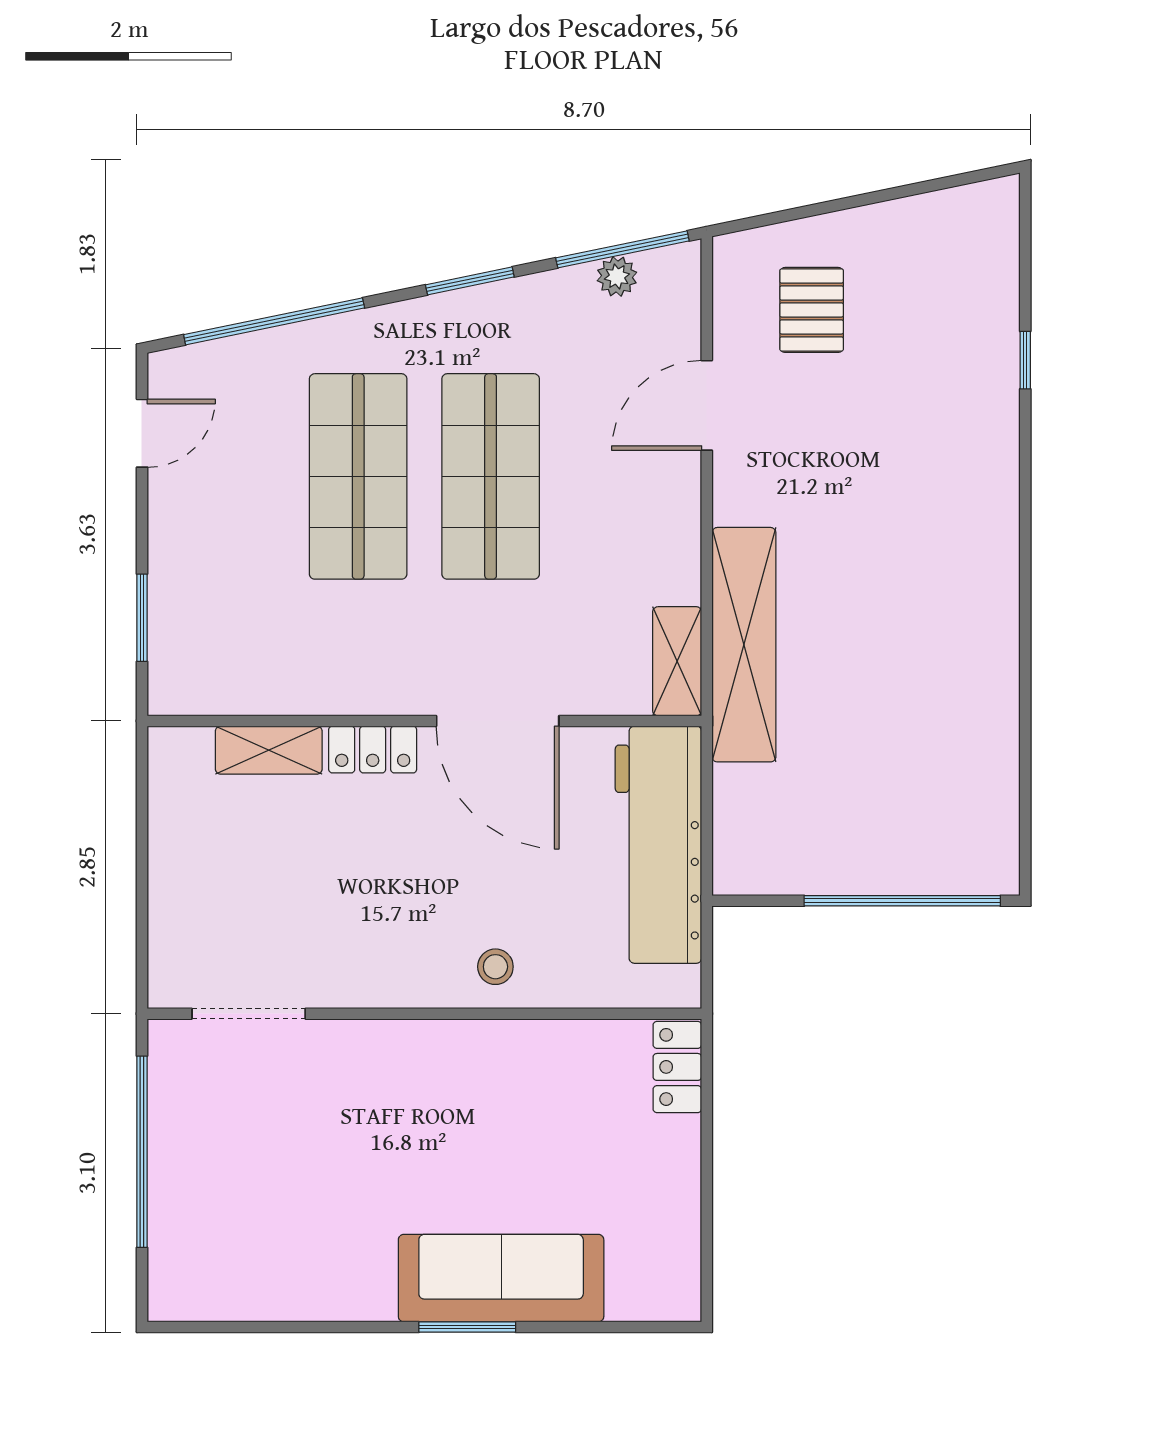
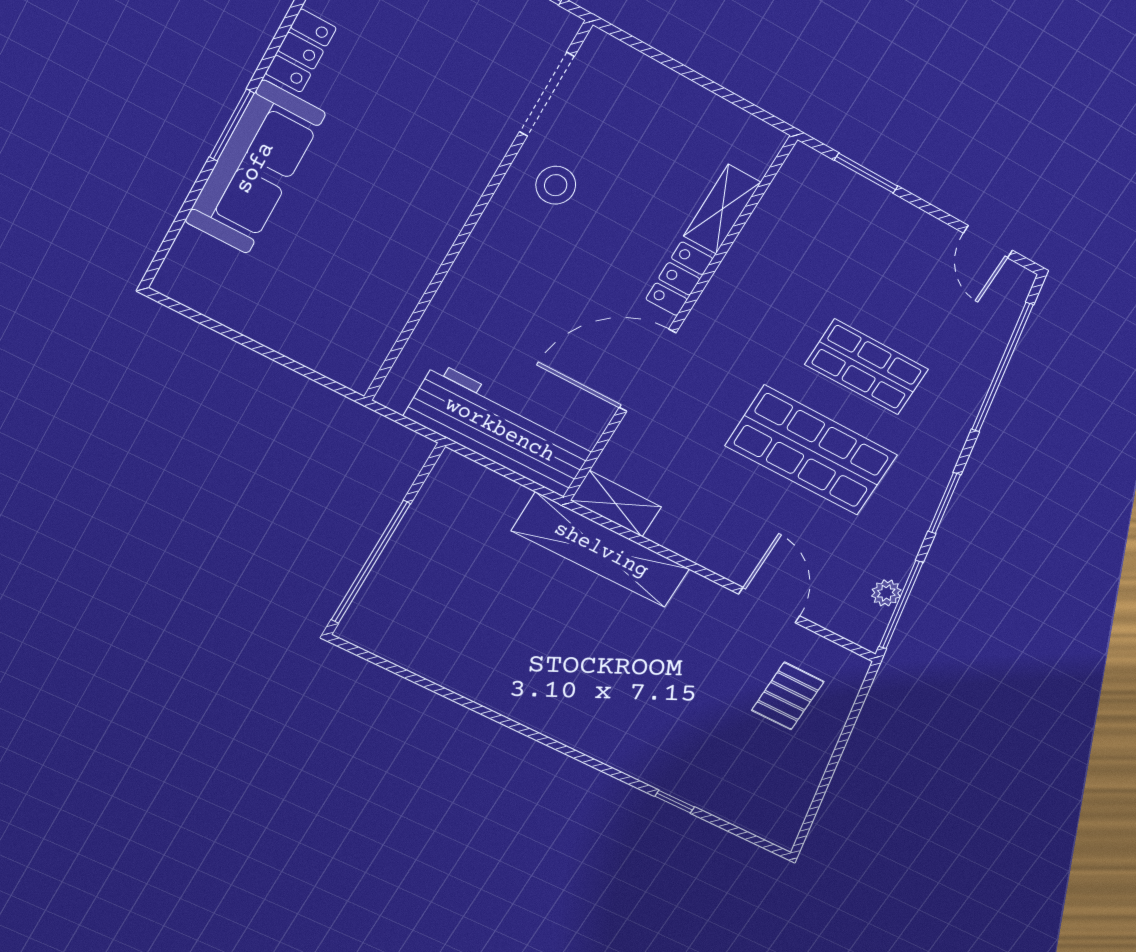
pallet: (812, 310) -> (788, 696), turned 90
shop shelf: (358, 476) -> (867, 367), width x0.70, depth x0.74
stool: (495, 967) -> (556, 185), moved, width x1.37, depth x1.37
locker: (677, 1067) -> (301, 51), moved, turned 90

